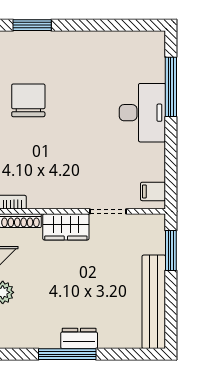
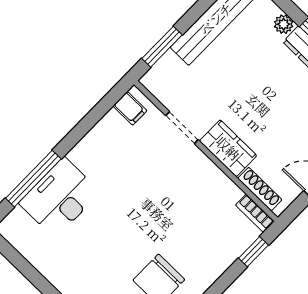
desk: (142, 113) -> (60, 198), moved
plant: (108, 340) -> (284, 24), added

